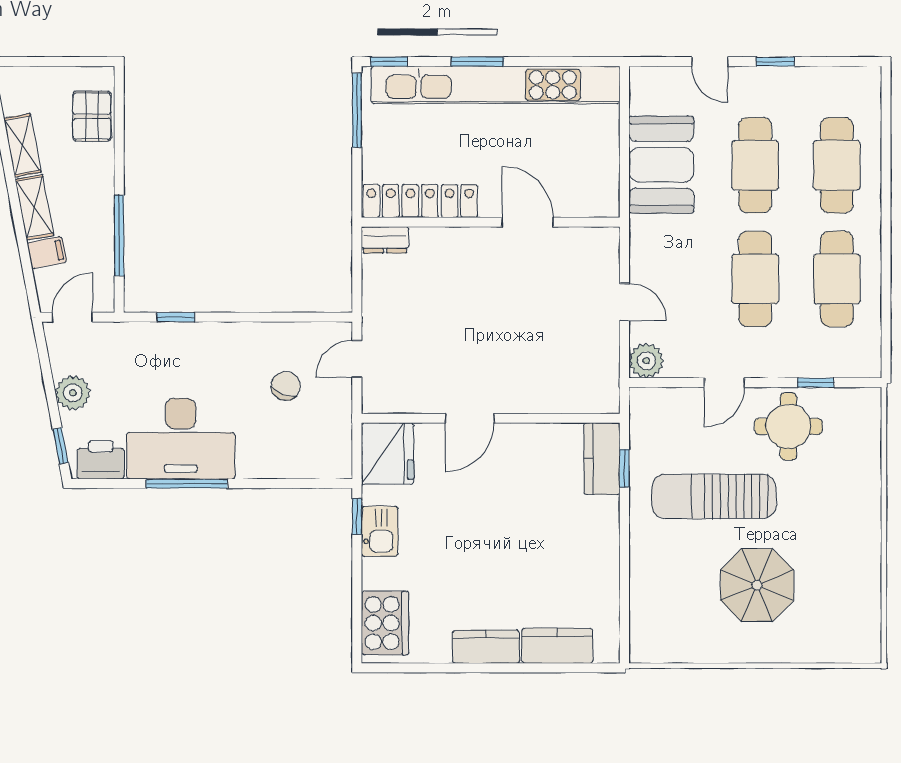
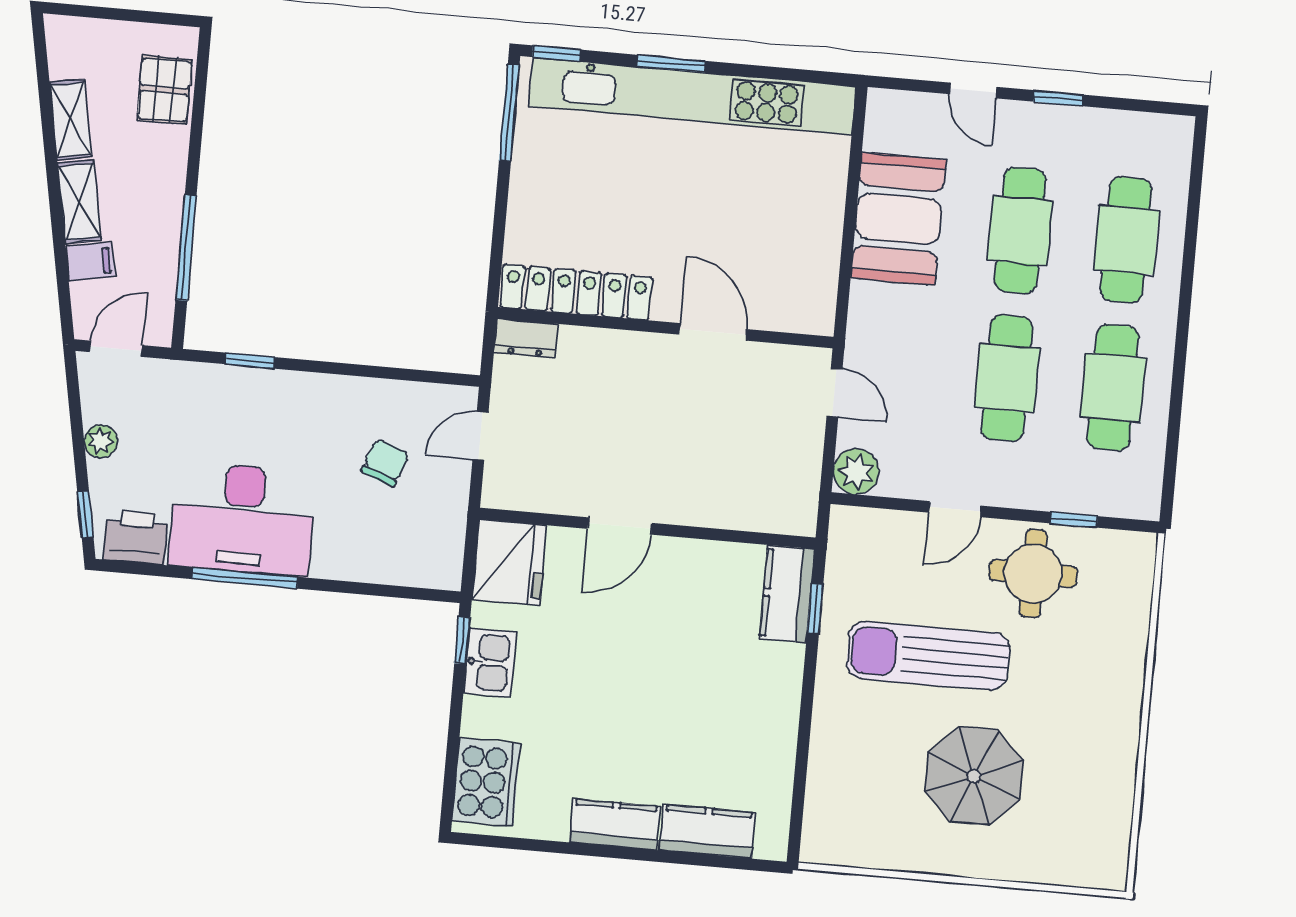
locker: (420, 201) -> (576, 292), moved
wall: (491, 222) -> (665, 328), moved
door: (528, 222) -> (713, 332), moved
dresser: (385, 240) -> (526, 338), moved
plant: (73, 393) -> (101, 441), width x0.73, depth x0.73

